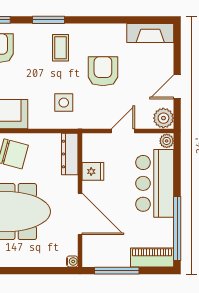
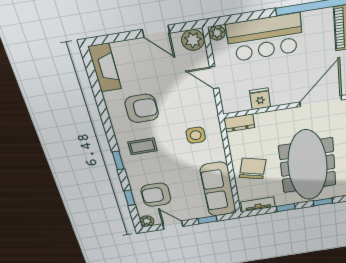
window: (48, 20) -> (118, 160), width x0.67
armchair: (103, 71) -> (142, 108), moved, turned 180
dresser: (70, 154) -> (239, 123), width x0.70
door: (80, 214) -> (321, 101), moved

